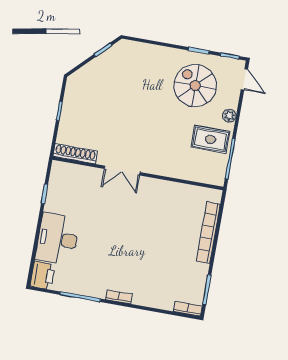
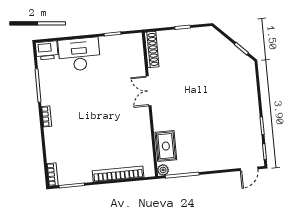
spiral stairs: (195, 86) -> (233, 131), removed
plant: (229, 116) -> (163, 170), moved
rug: (210, 139) -> (166, 146), moved

